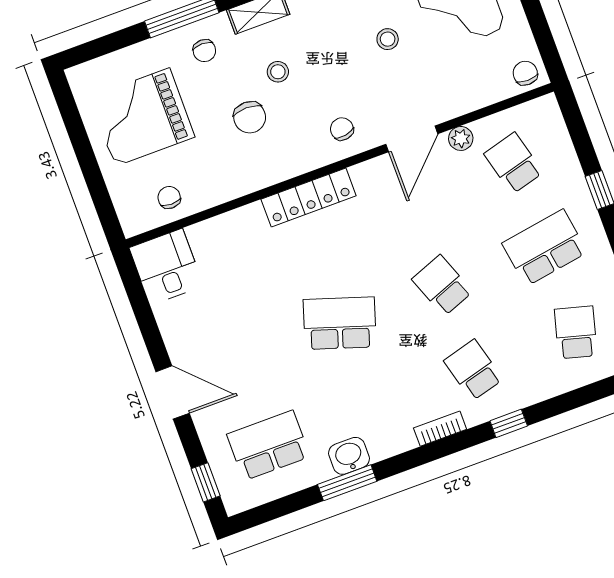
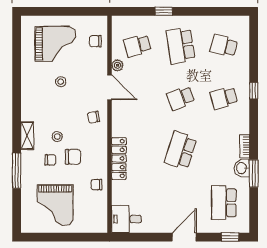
chair: (204, 51) -> (50, 160), moved
chair: (525, 73) -> (95, 41), moved
chair: (169, 197) -> (97, 185), moved
locker: (309, 198) -> (119, 159), moved
bookcase: (440, 429) -> (245, 146), moved

